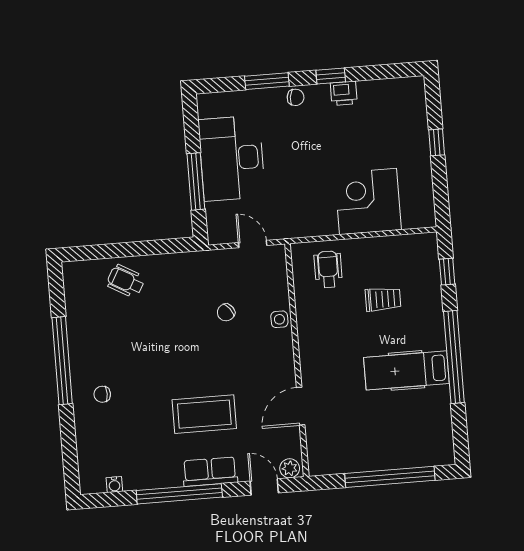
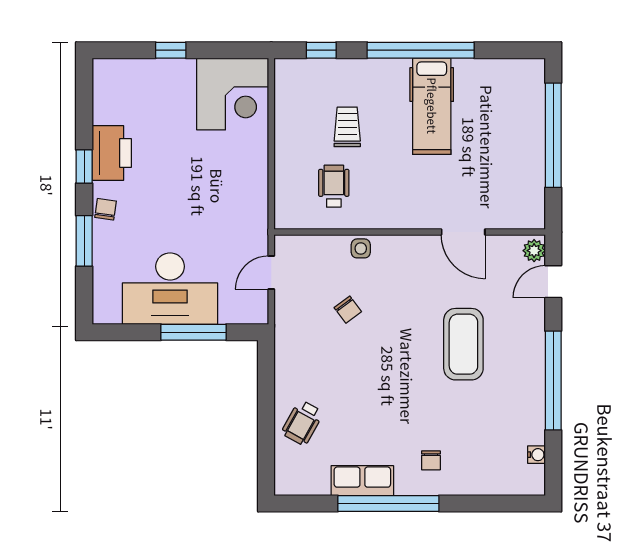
printer: (344, 93) -> (112, 153), width x1.87, depth x1.48
corner desk: (368, 201) -> (233, 94), moved, turned -90
wheelchair: (328, 269) -> (334, 186), moved, turned 90
row of seats: (210, 472) -> (362, 481), moved, turned 90

